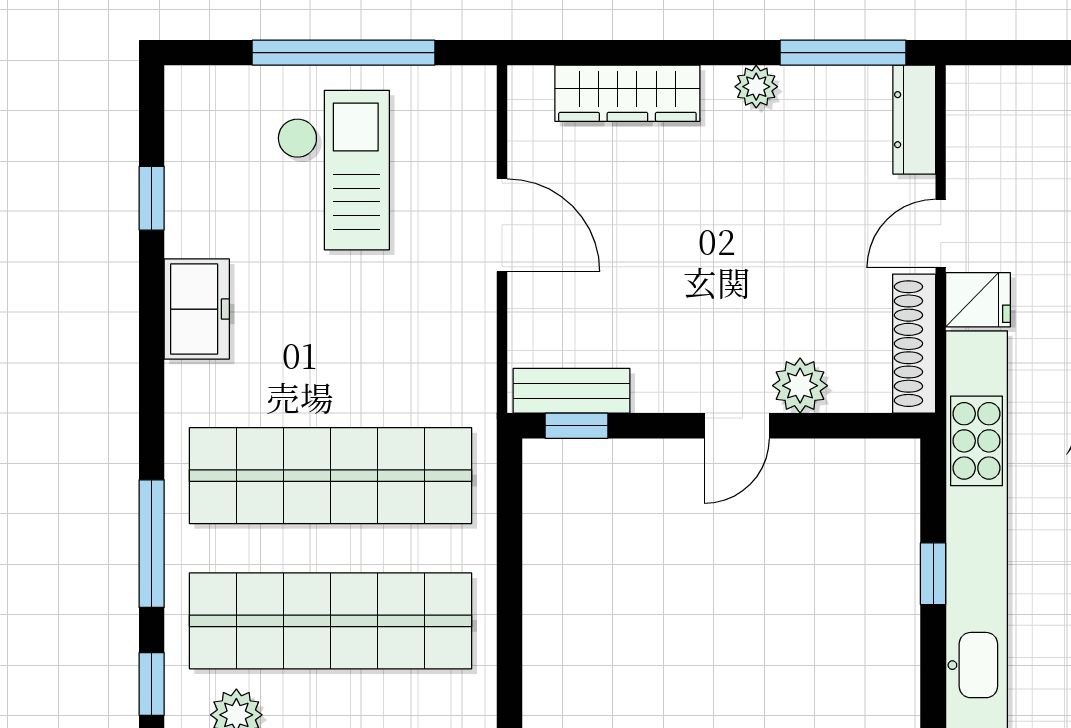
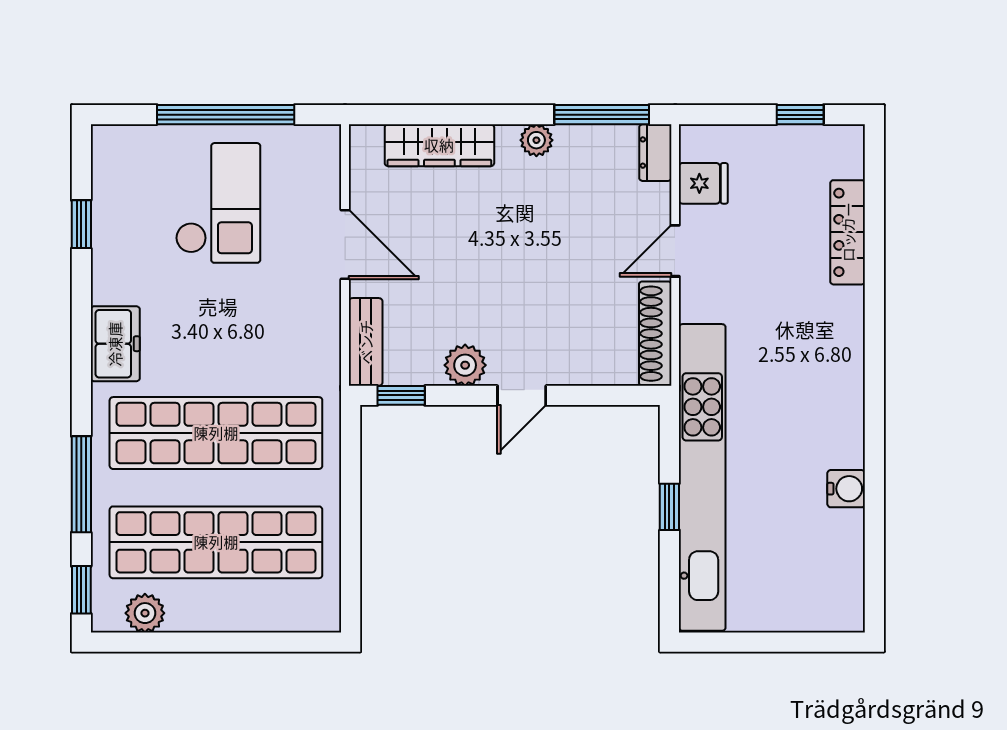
dresser: (914, 120) -> (655, 153), width x0.70
fridge: (978, 300) -> (703, 183), moved
freezer: (197, 309) -> (115, 344), moved
plant: (800, 386) -> (465, 365), moved
bench: (572, 391) -> (366, 342), moved, turned 90

